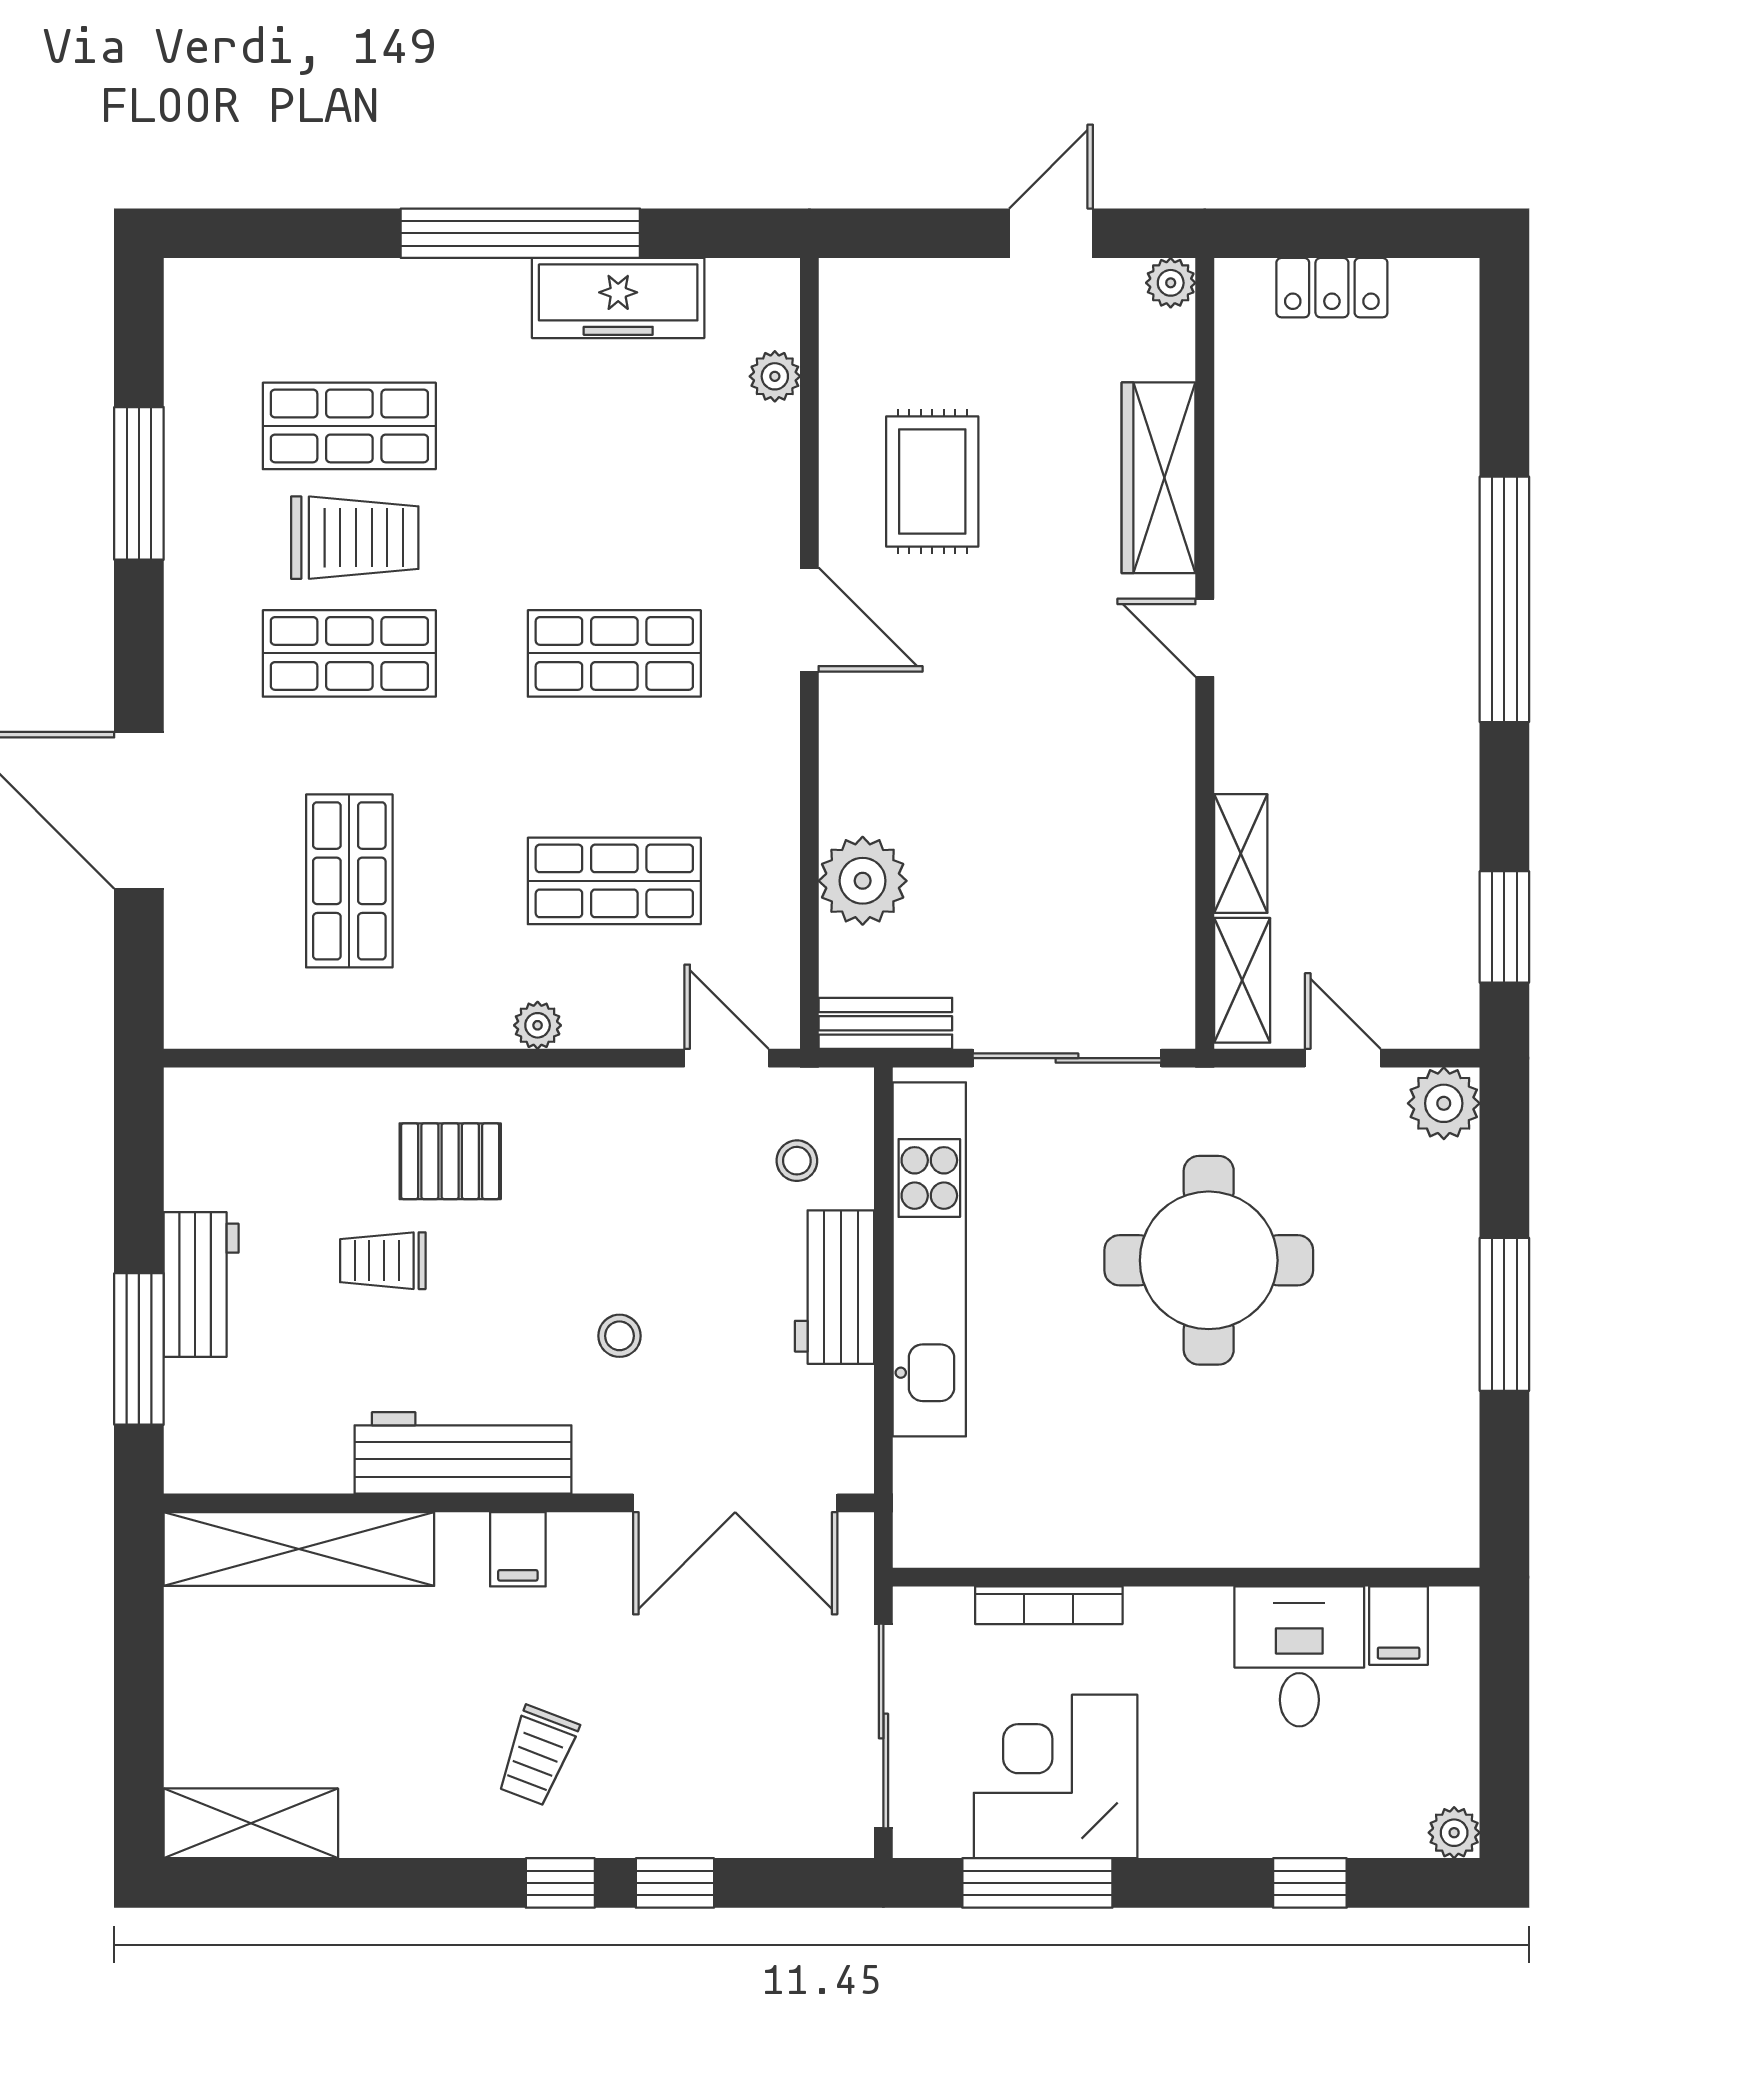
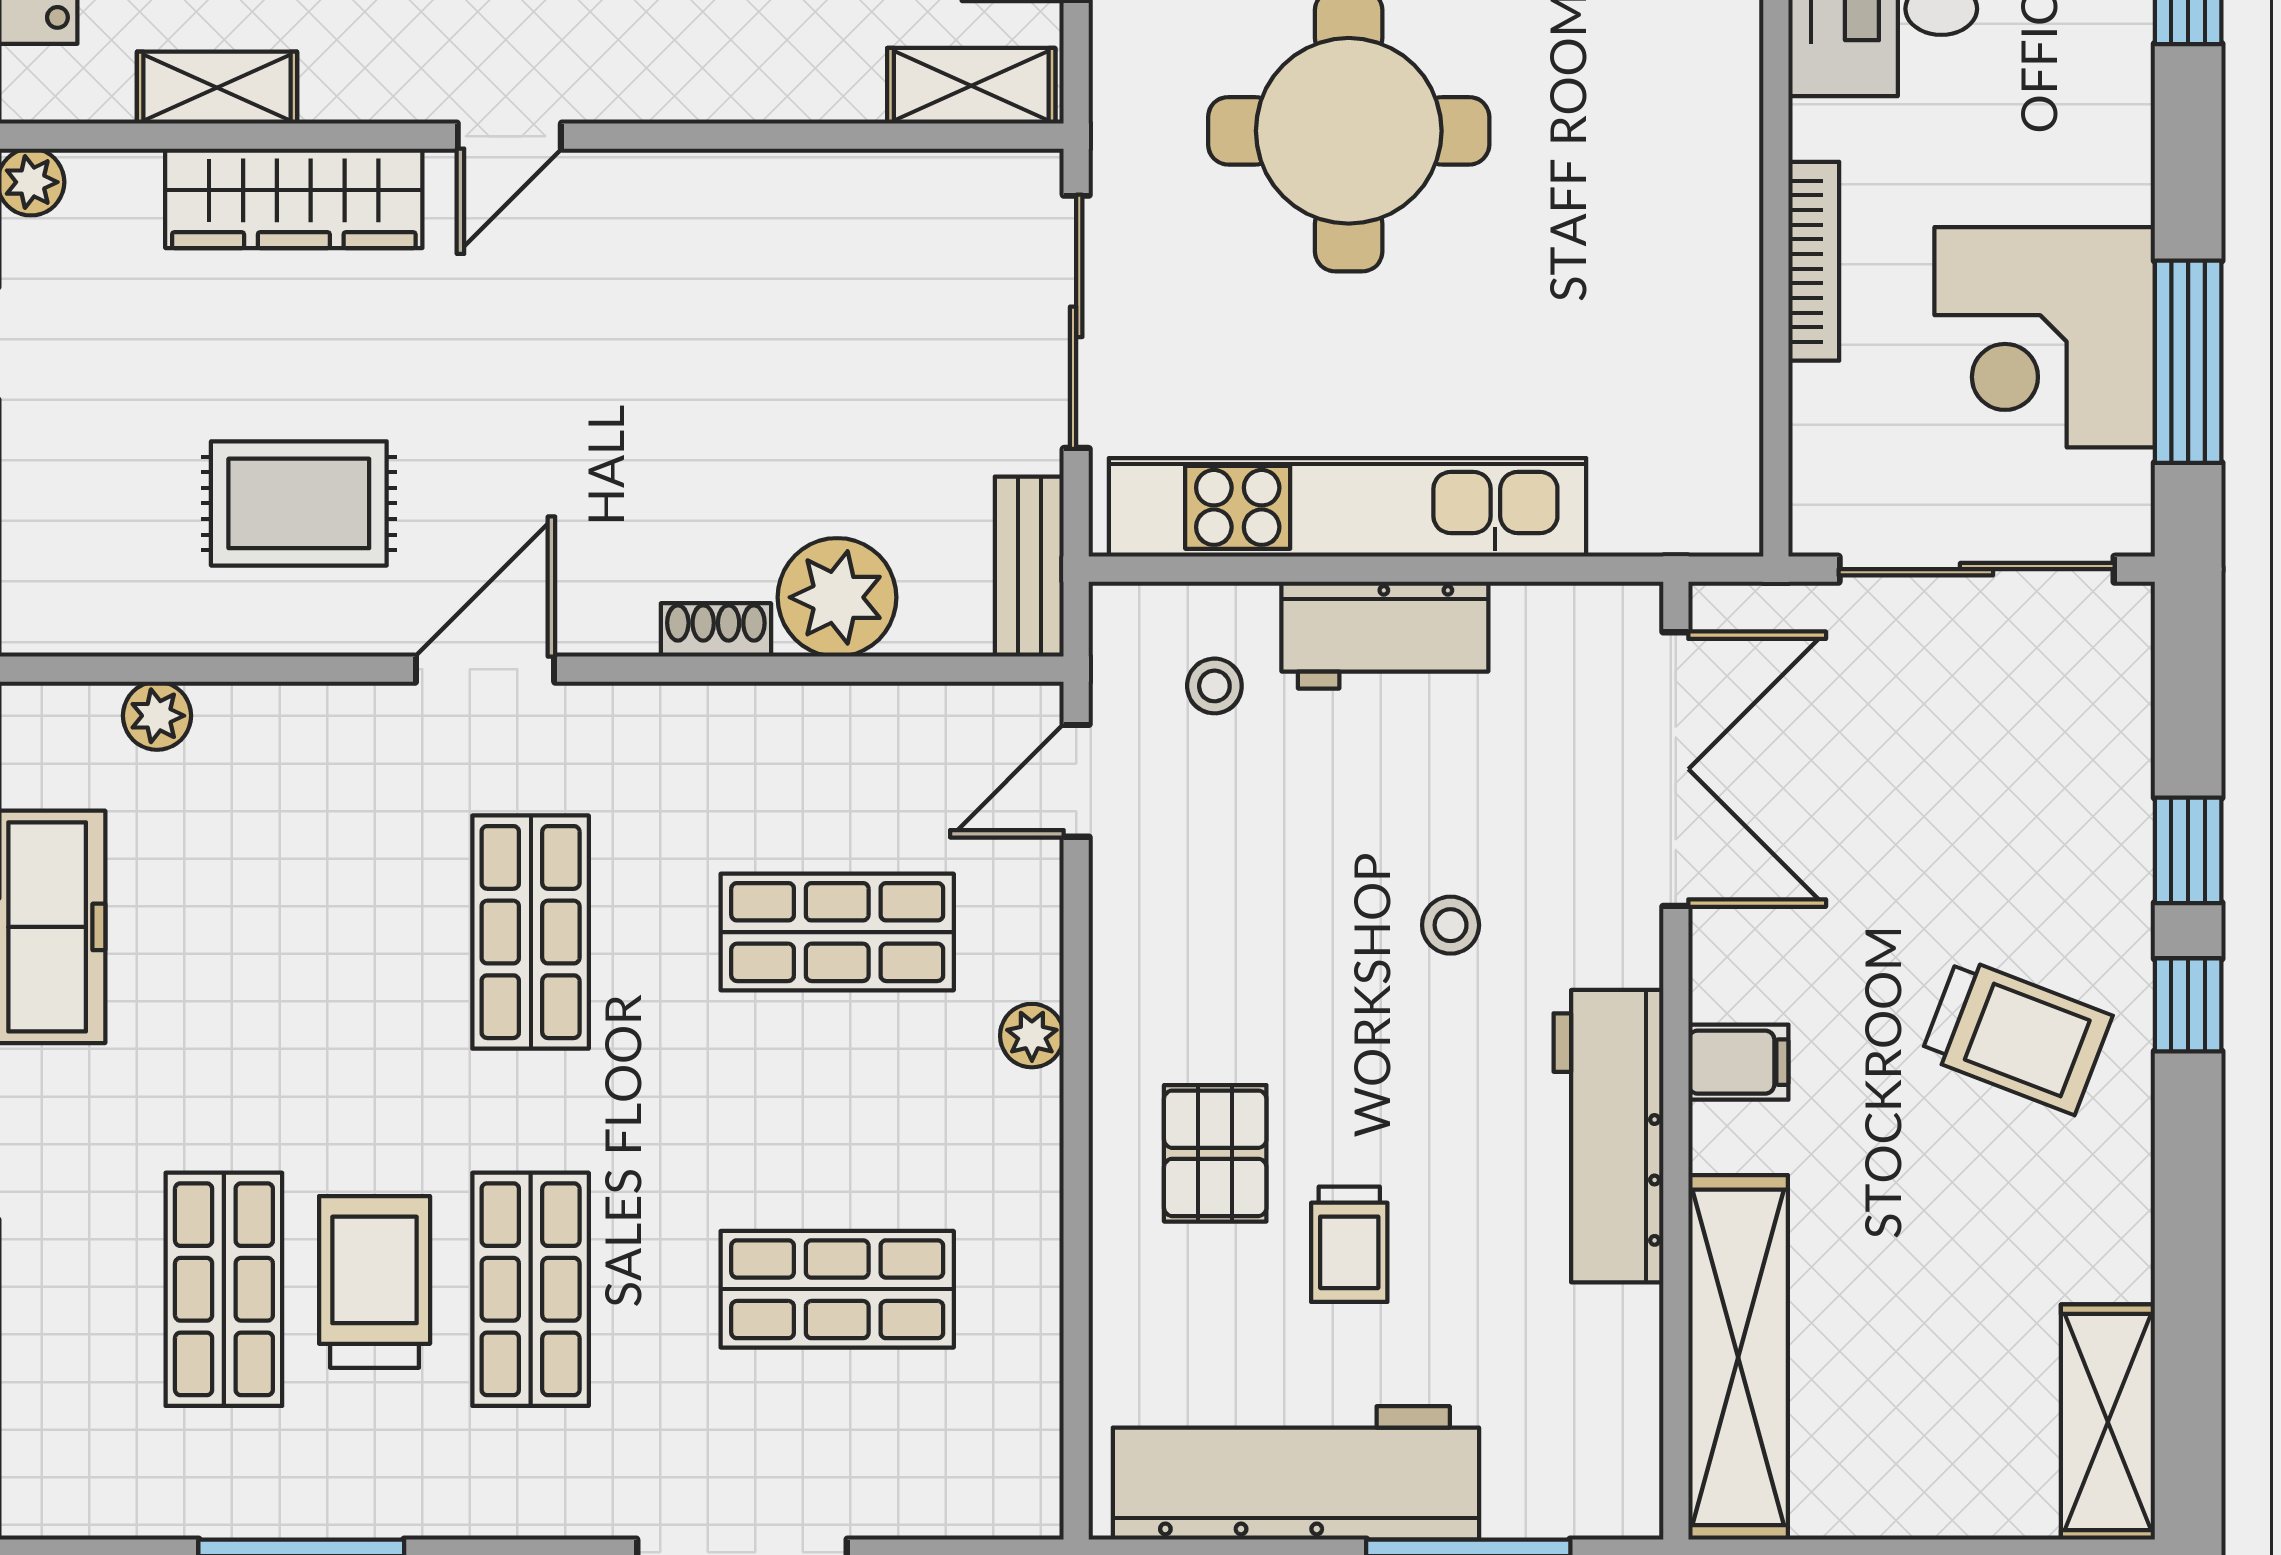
shoe rack: (838, 791) -> (716, 630), added
shelving: (1241, 854) -> (217, 88), moved
shop shelf: (614, 881) -> (837, 932), turned 90
workbench: (201, 1285) -> (1296, 1473), width x1.88, depth x1.32
bookcase: (1049, 1605) -> (1814, 261), moved
trolley: (537, 1756) -> (2016, 1036), width x1.36, depth x1.39

